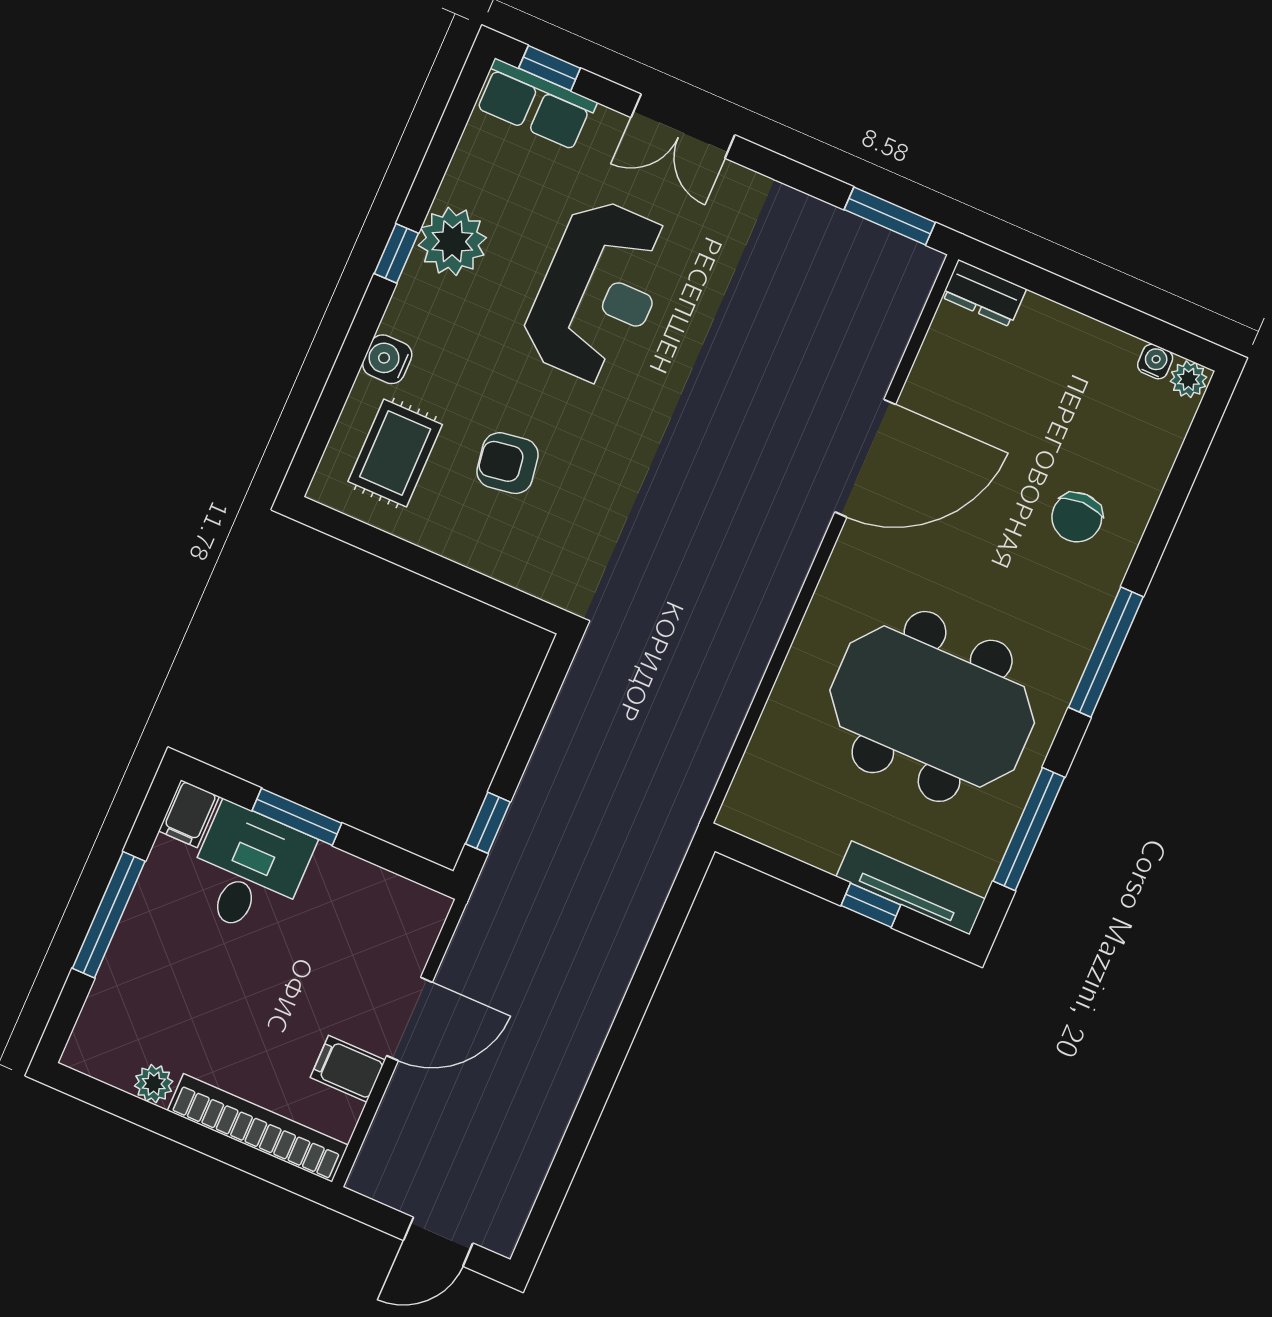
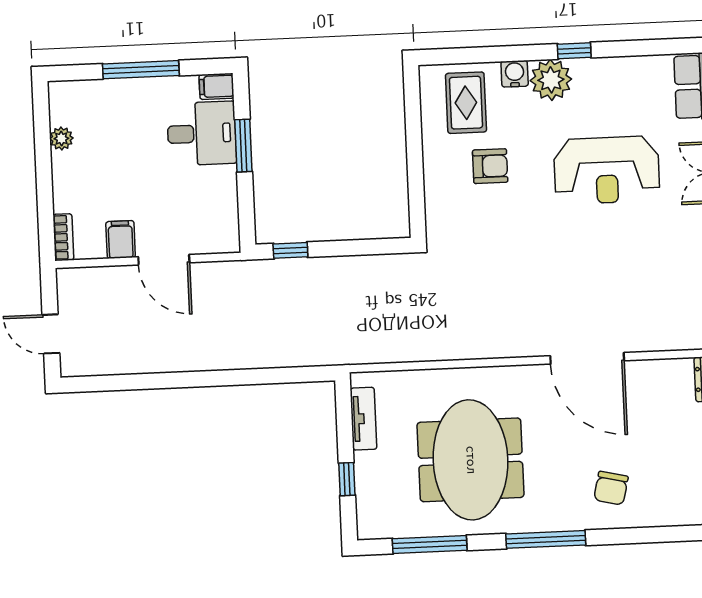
plant: (452, 241) -> (551, 80), moved
rug: (395, 453) -> (466, 103), turned 90
armchair: (508, 463) -> (490, 166), turned 99
chair: (1077, 517) -> (611, 488), turned -77
tv unit: (911, 888) -> (363, 419), moved, width x0.71
bookcase: (258, 1128) -> (63, 237), width x0.43, depth x0.76

